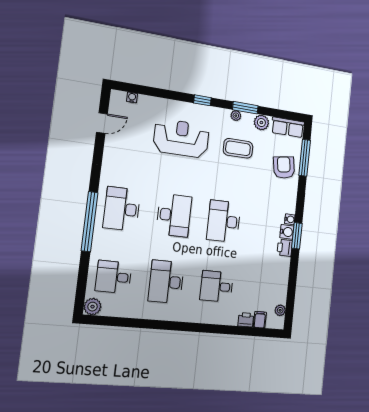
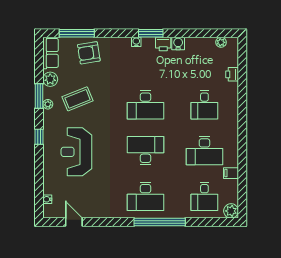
coffee table: (238, 148) -> (78, 99), turned 68
water cooler: (287, 232) -> (178, 43), moved
filing cabinet: (260, 320) -> (231, 173), moved

